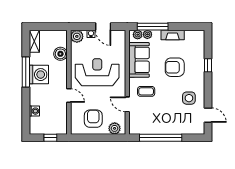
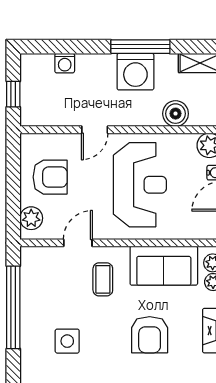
armchair: (175, 67) -> (150, 335), turned 180
side table: (189, 98) -> (67, 341), moved

